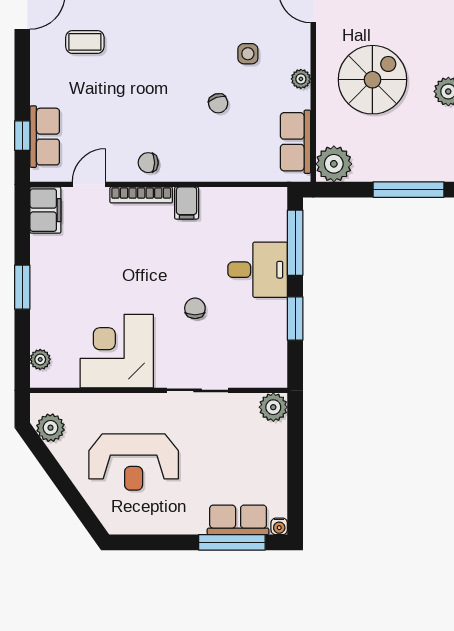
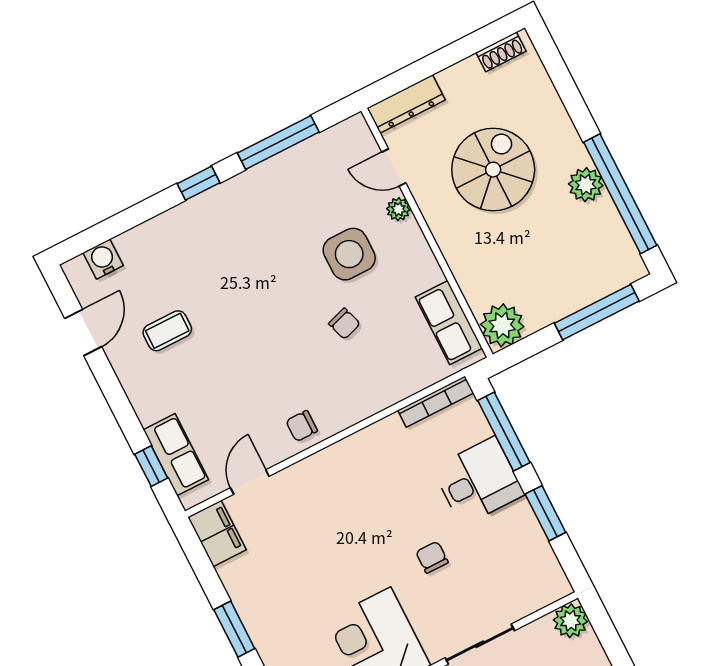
side table: (248, 54) -> (349, 254), width x1.87, depth x1.87
plant: (301, 79) -> (398, 209), moved
spiral stairs: (372, 80) -> (493, 170), moved
bookcase: (141, 195) -> (436, 402), moved
filing cabinet: (187, 203) -> (365, 448), removed

